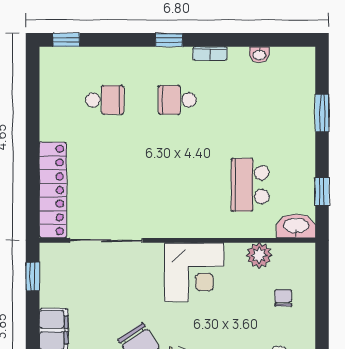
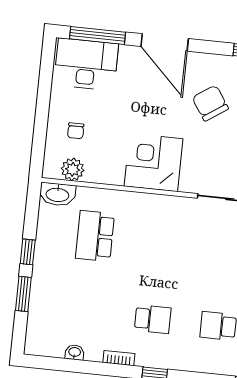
school desk: (250, 185) -> (95, 236), turned 180
window: (322, 192) -> (28, 252), moved
plant: (259, 255) -> (73, 169), moved

